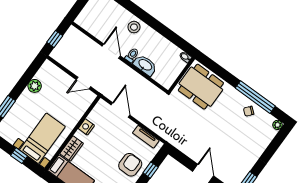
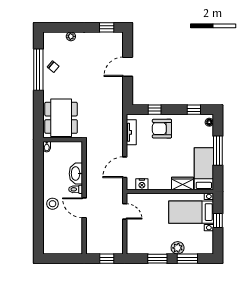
door: (111, 51) -> (84, 208), hinge flipped
window: (24, 82) -> (157, 259), added
plant: (35, 86) -> (178, 248), moved
plant: (278, 125) -> (71, 36), moved
nightstand: (86, 127) -> (142, 184), moved

